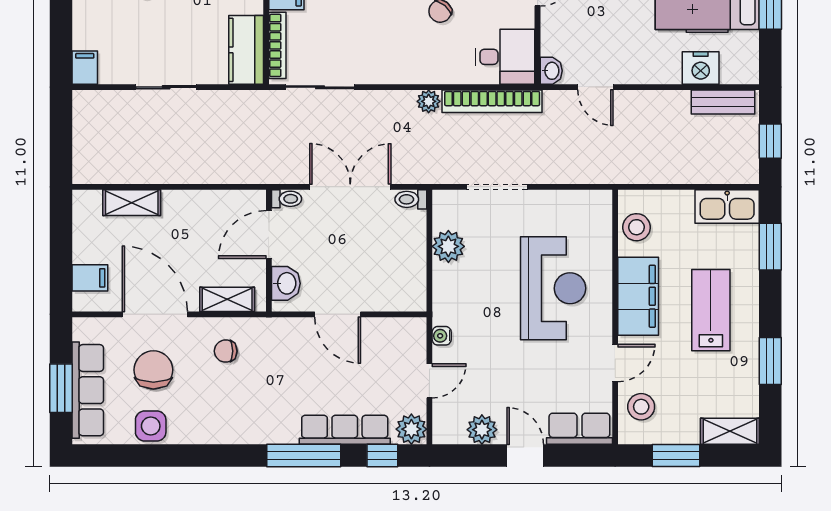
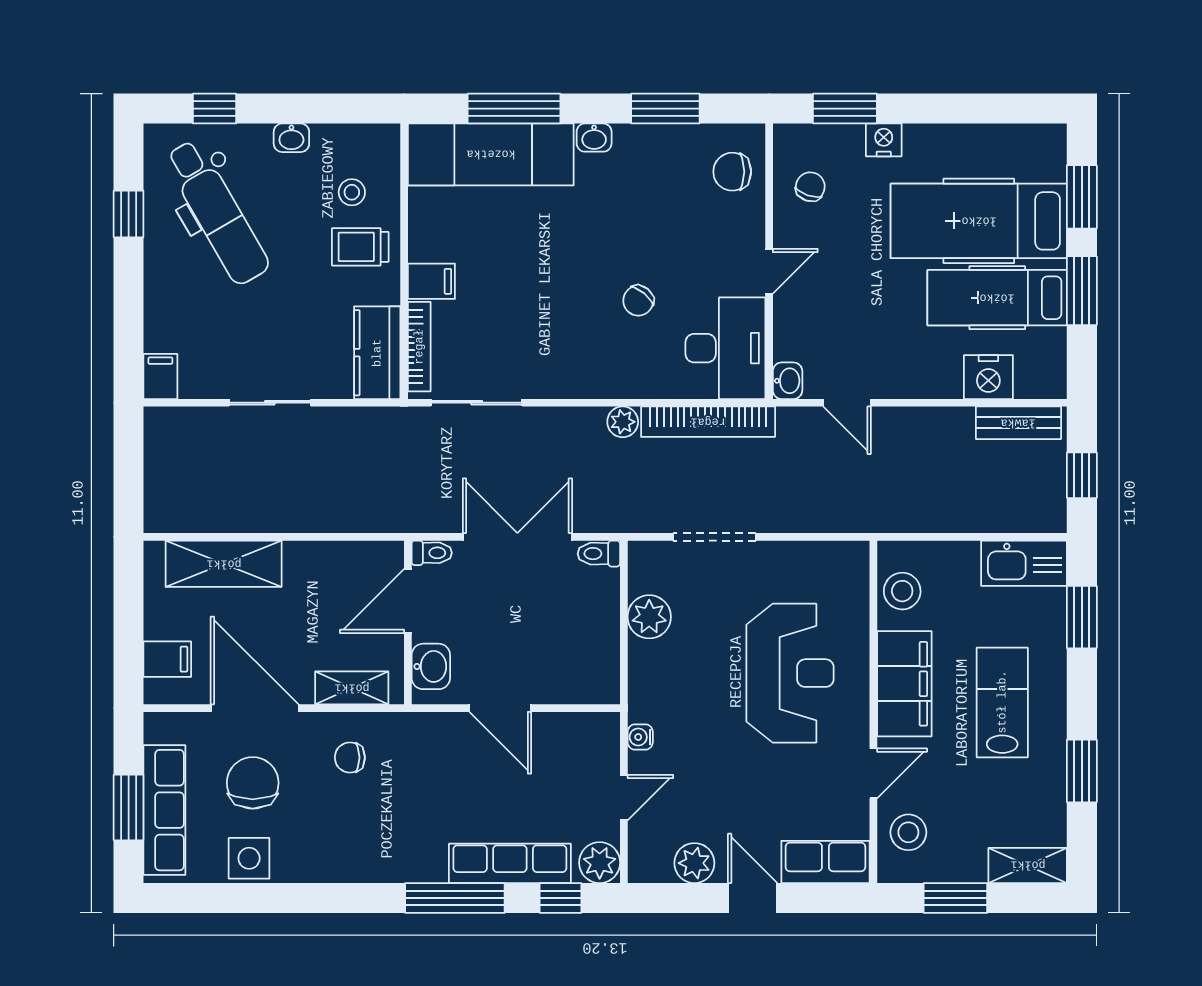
desk: (505, 57) -> (725, 348), width x1.37
shelving: (132, 203) -> (224, 564), width x1.50, depth x1.33

